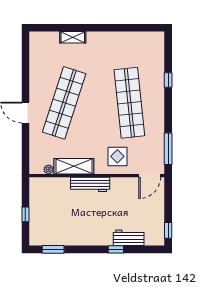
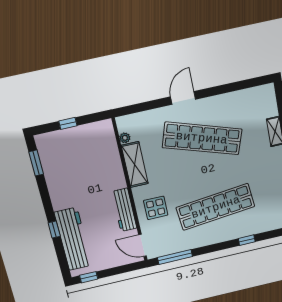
workbench: (90, 184) -> (124, 210), moved
workbench: (129, 238) -> (73, 239), width x1.88, depth x1.32

